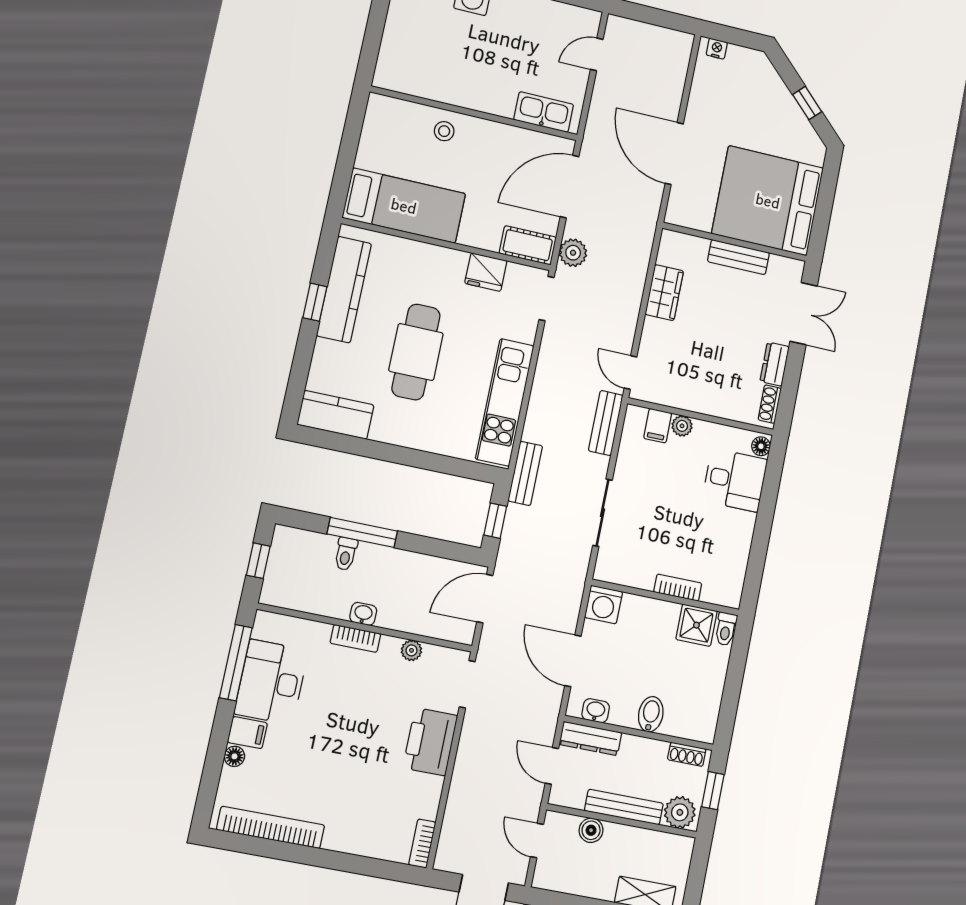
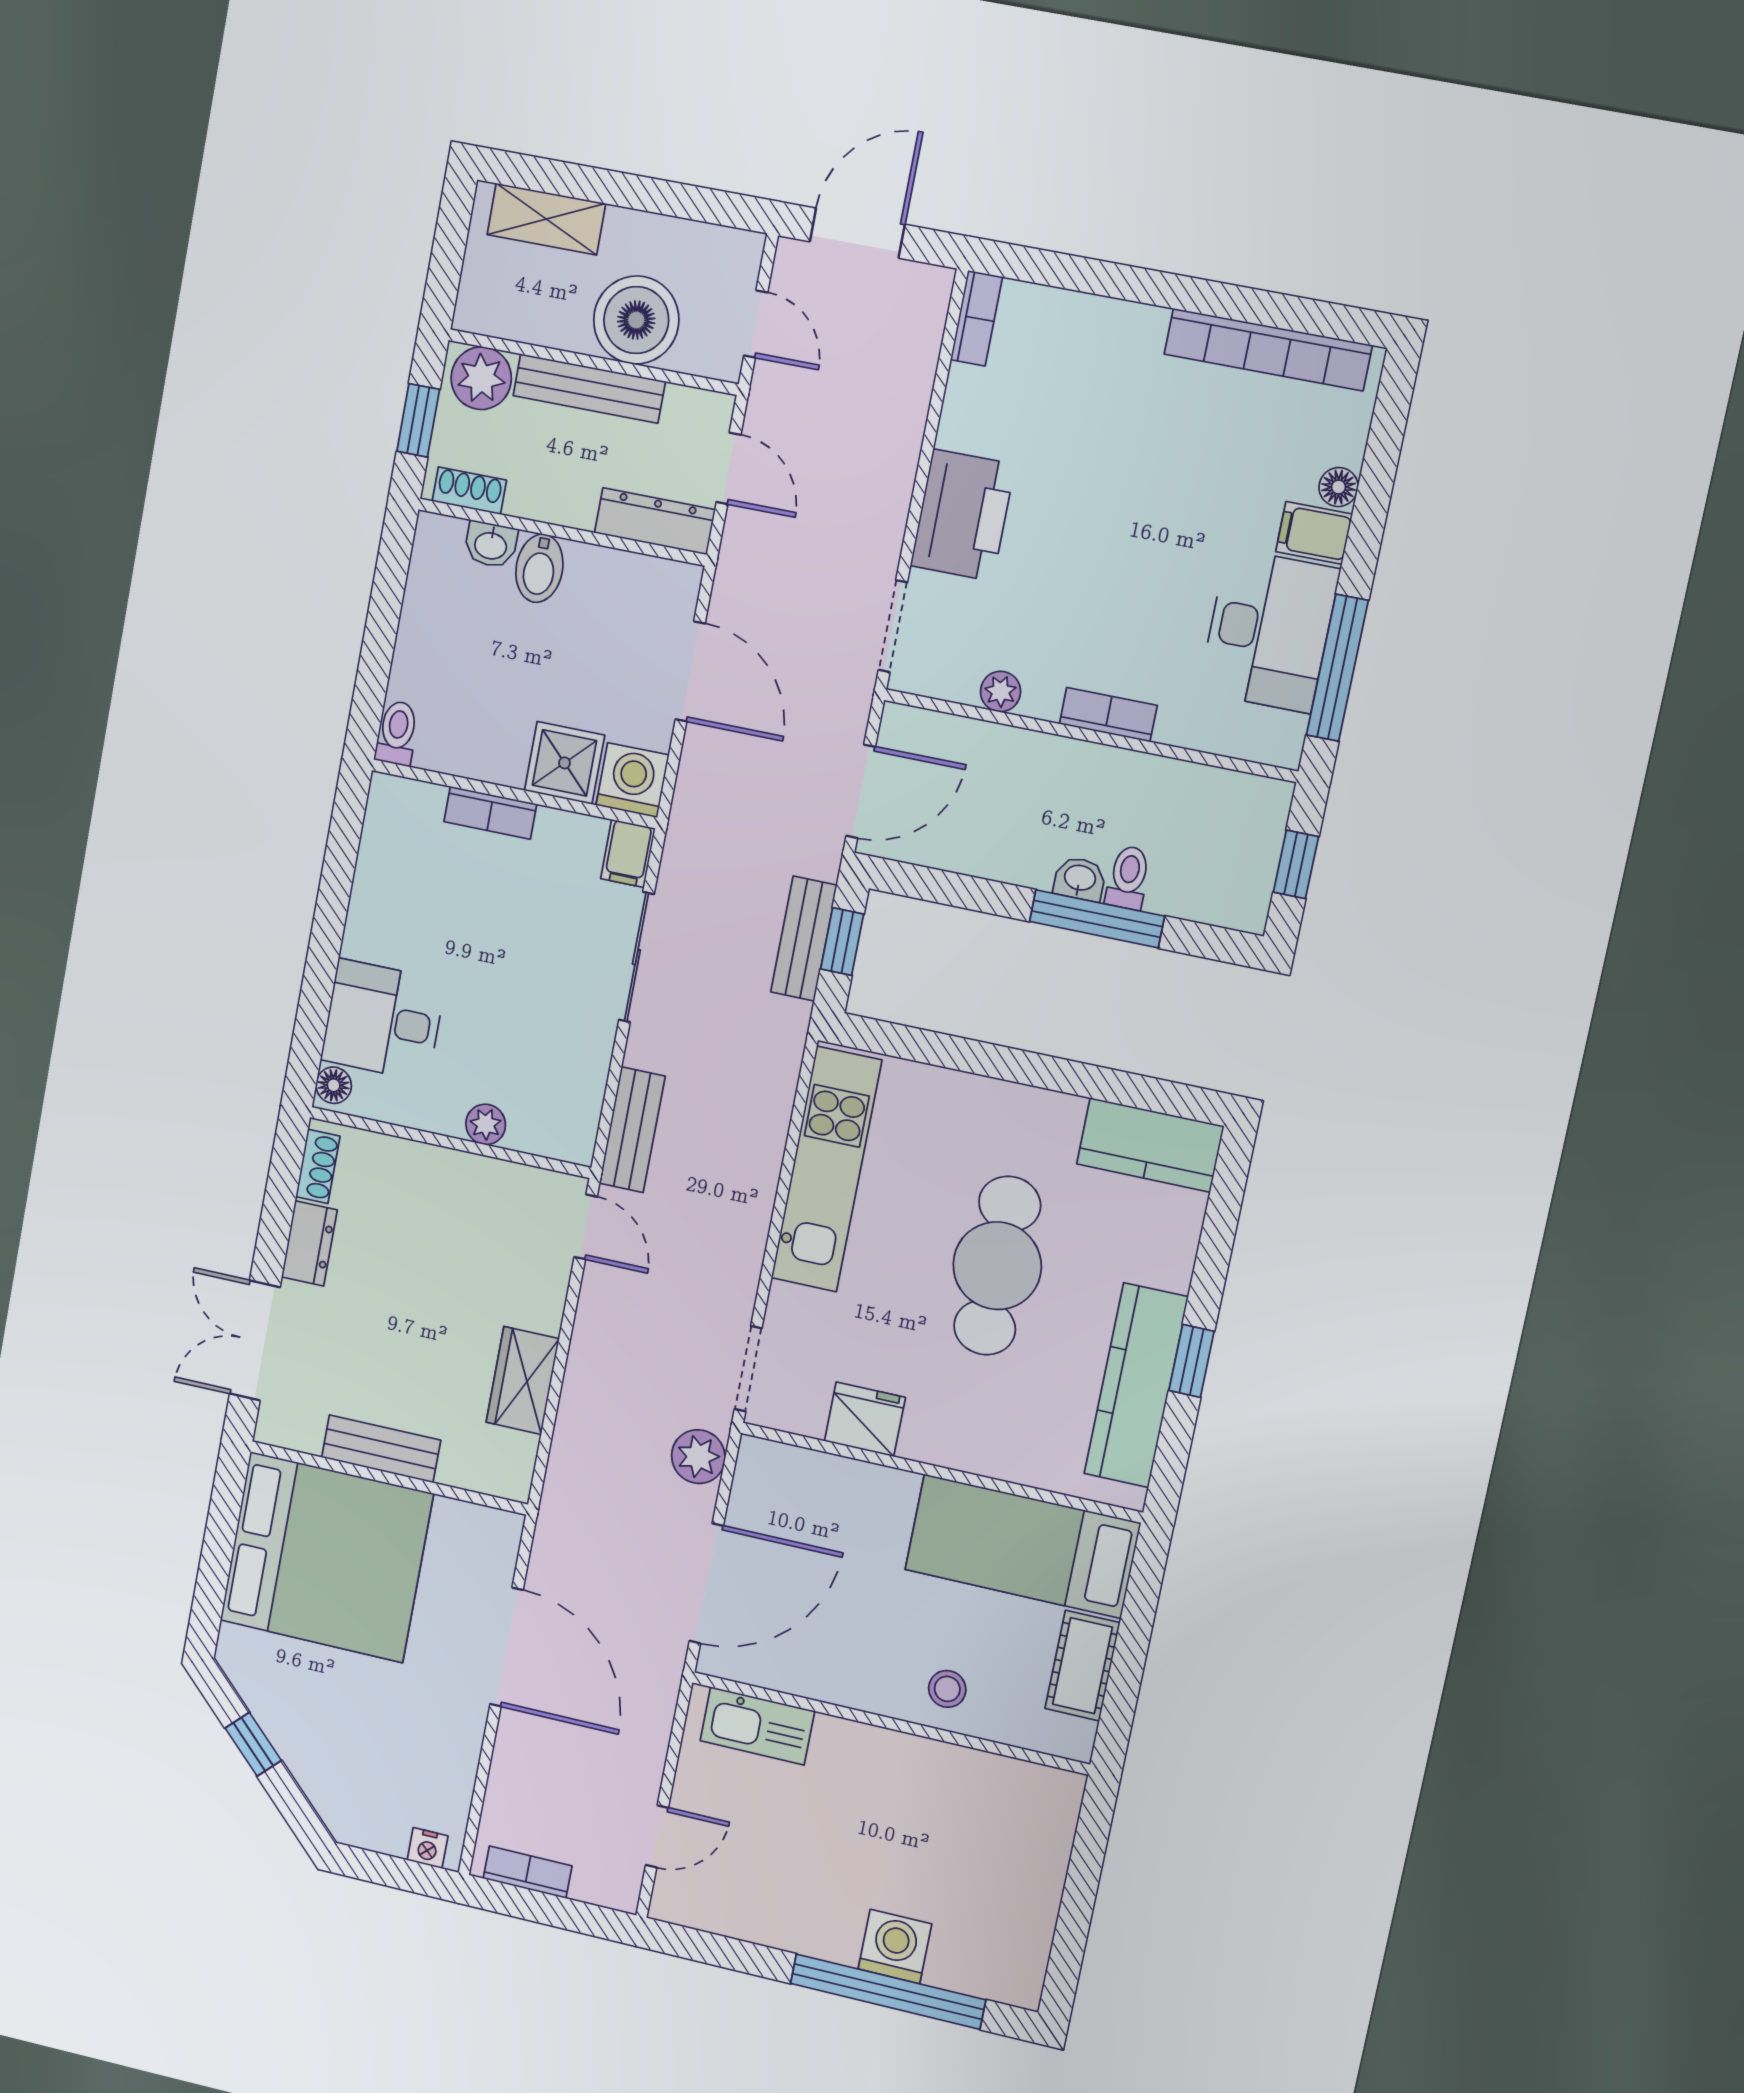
bookcase: (665, 36) -> (528, 1872), added
cot: (528, 245) -> (1082, 1666), moved, turned 90
filing cabinet: (658, 426) -> (628, 853), moved, turned 180
bench: (525, 473) -> (804, 939), moved
washbasin: (363, 614) -> (1080, 879), moved, turned 180
shower: (696, 625) -> (564, 763), moved
washbasin: (596, 711) -> (491, 545), moved
boiler: (591, 830) -> (636, 320), width x1.86, depth x1.86

